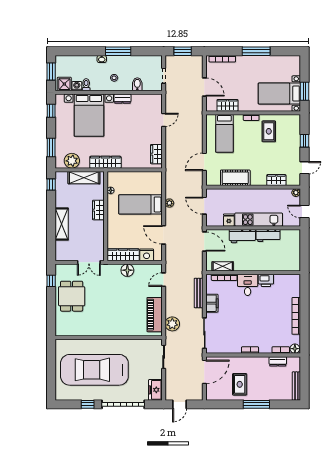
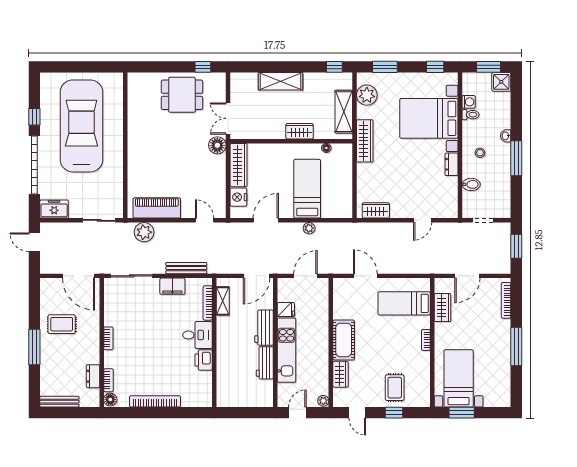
shower: (64, 84) -> (501, 82), moved
door: (164, 120) -> (423, 220), hinge flipped
rug: (269, 131) -> (395, 388), moved, turned 90
cot: (235, 178) -> (344, 340), moved
floor lamp: (127, 270) -> (217, 145), moved

